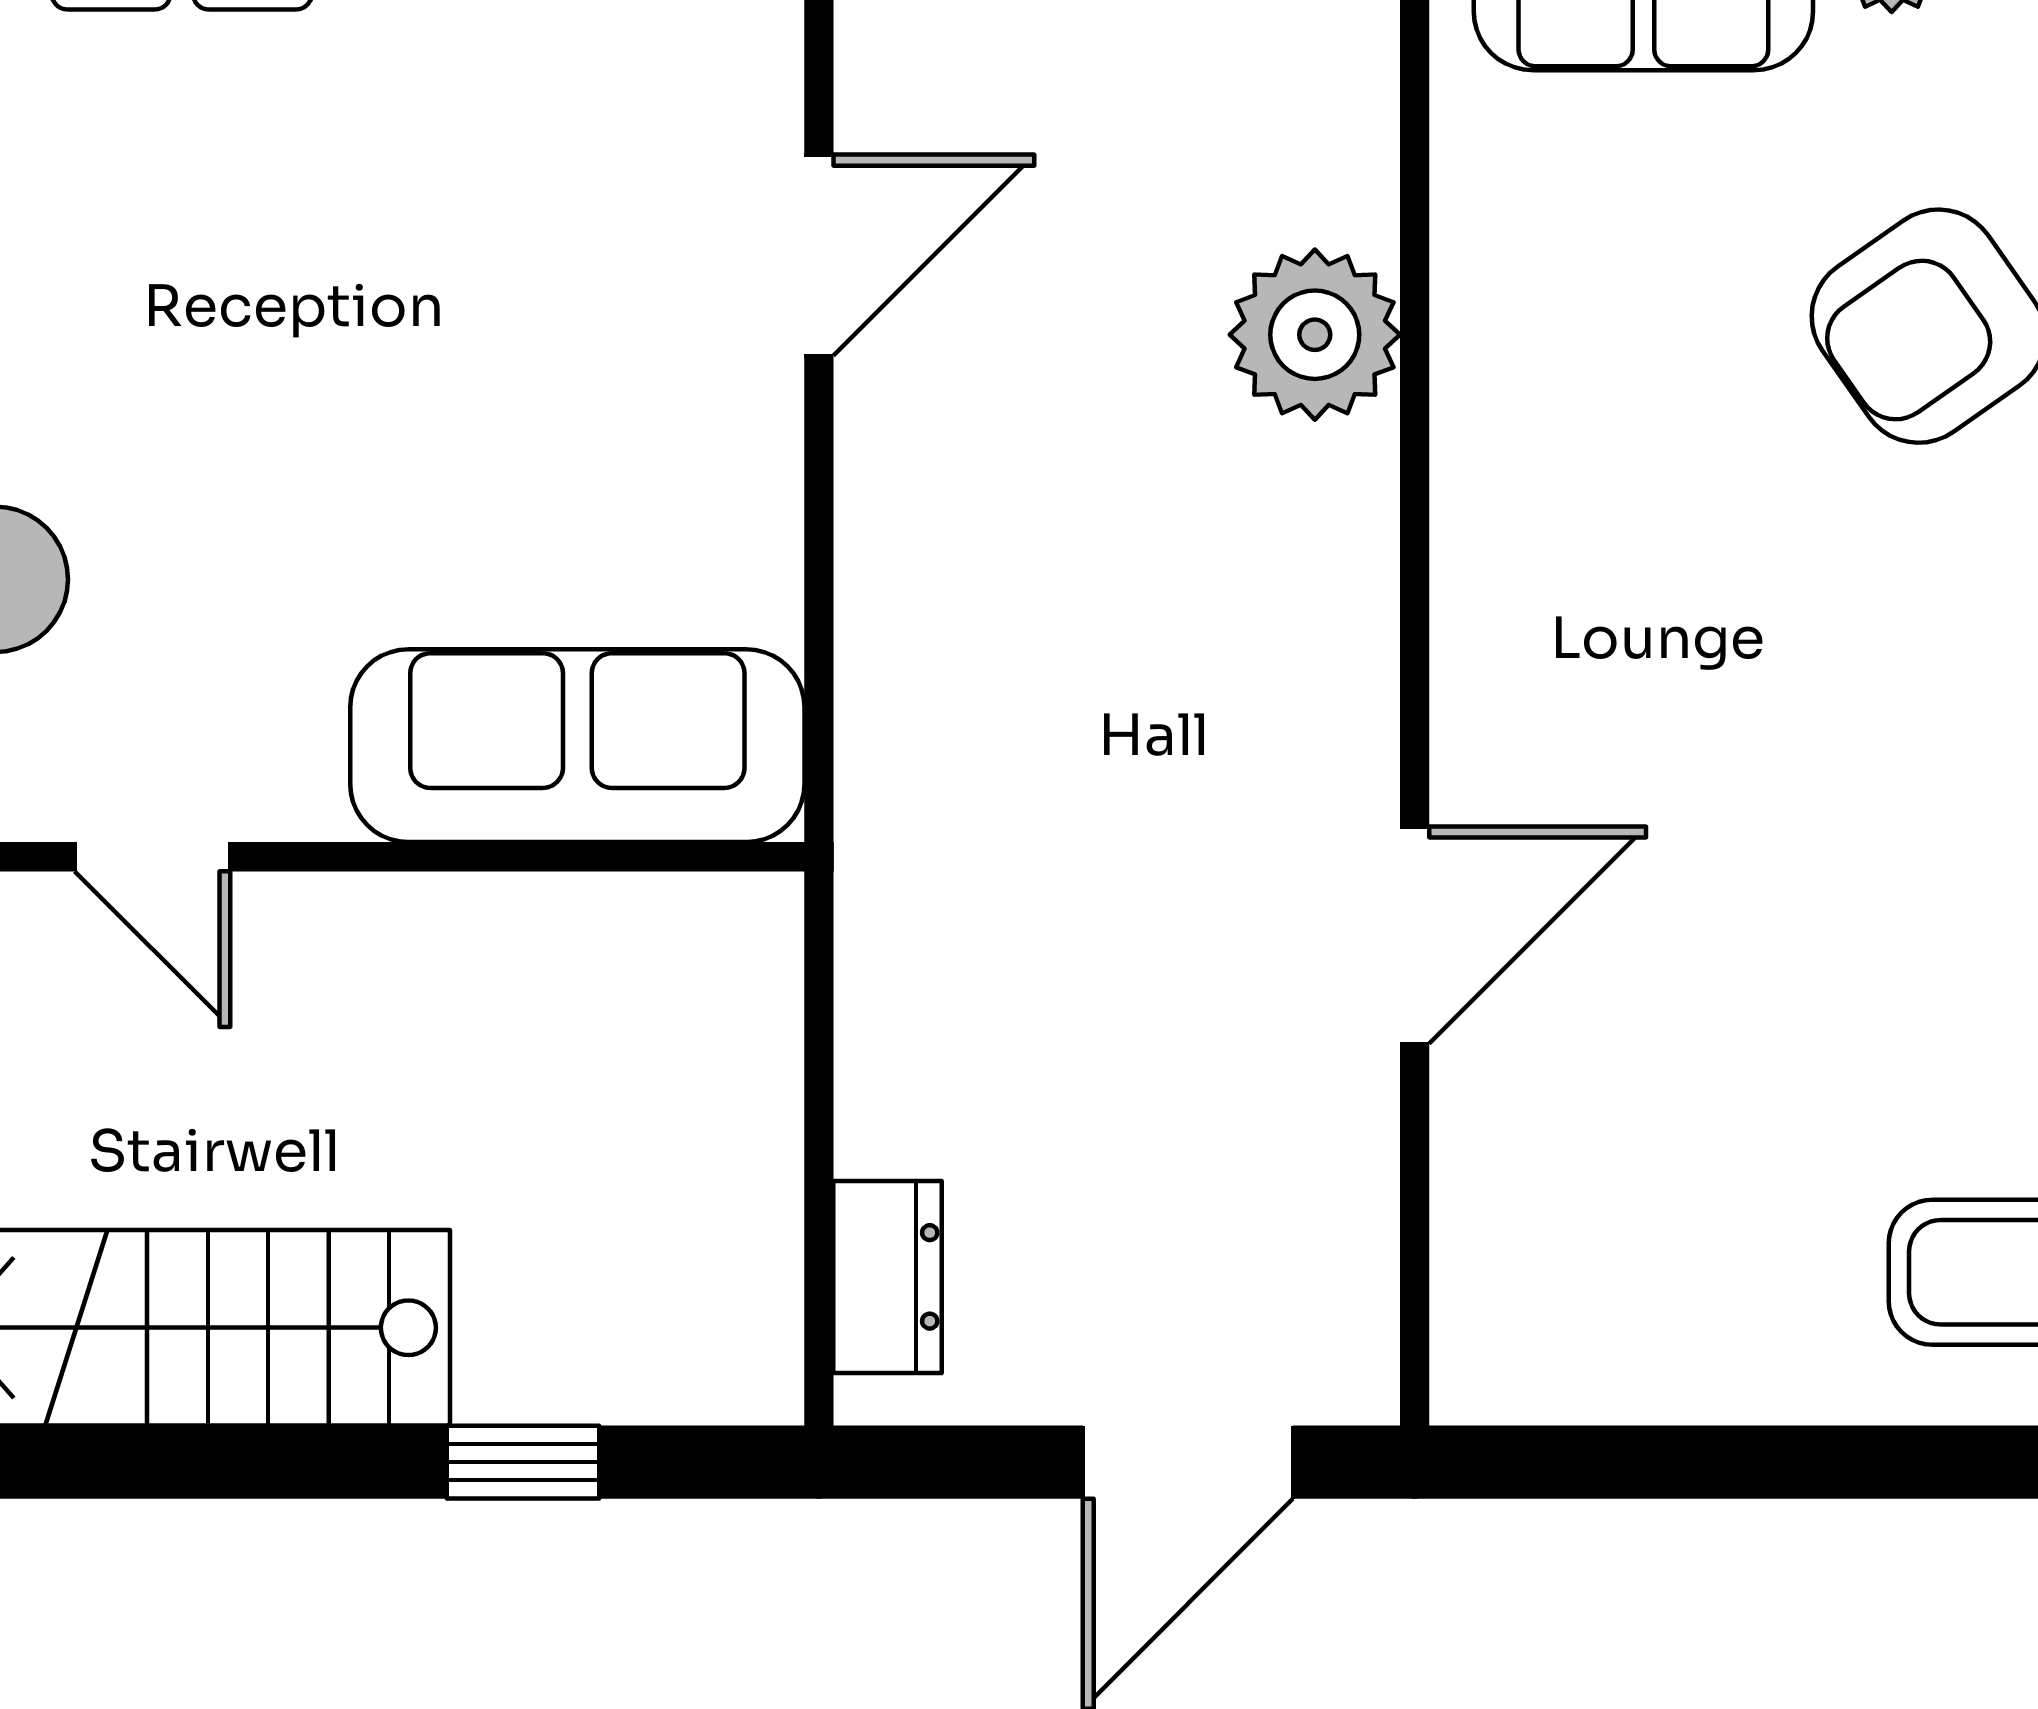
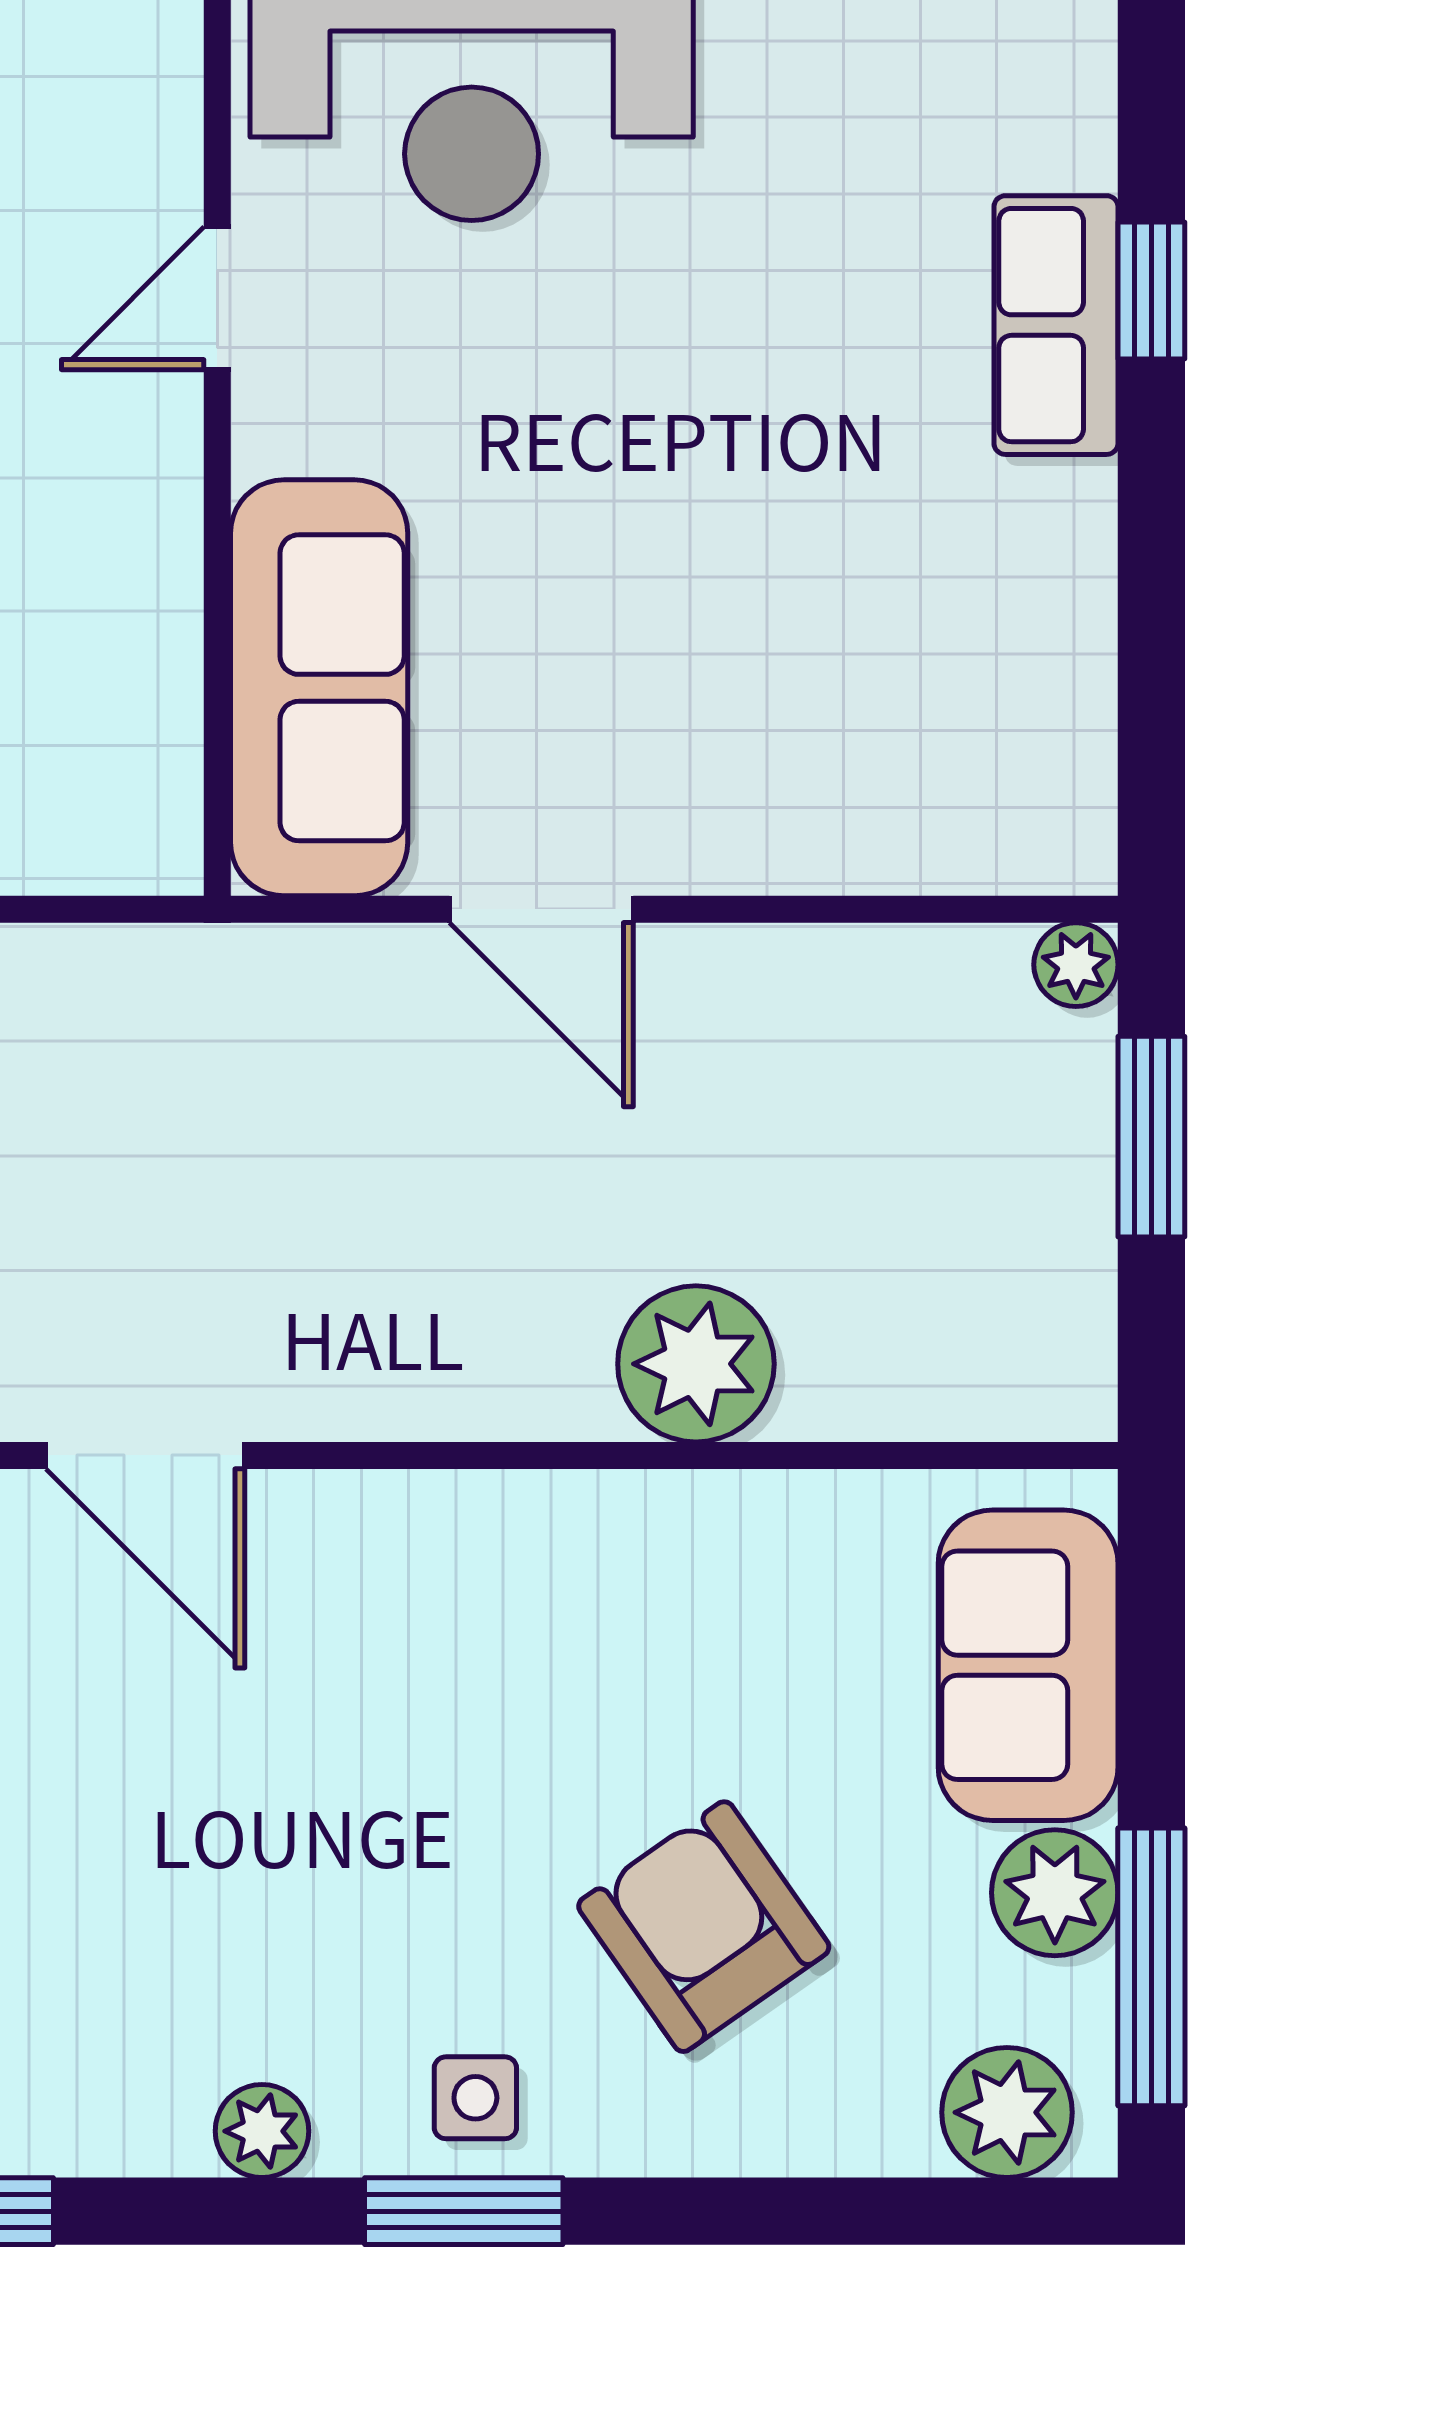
door: (819, 255) -> (541, 909), moved

